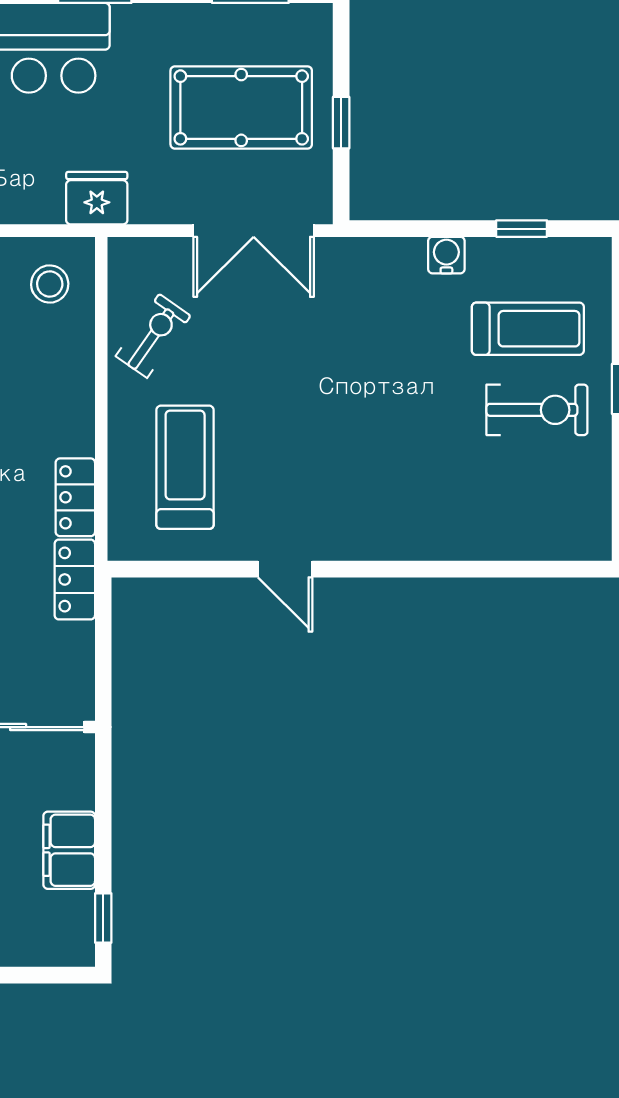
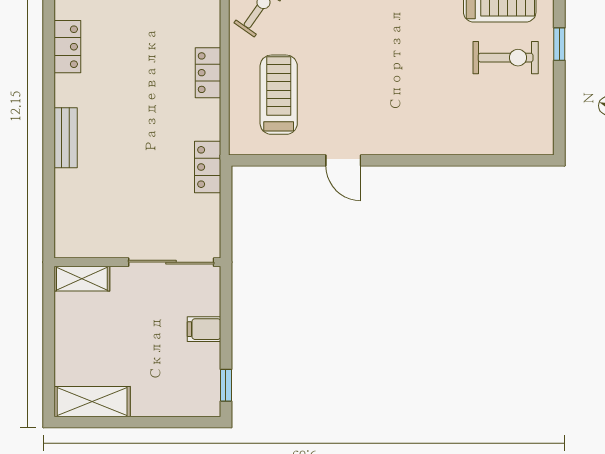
locker: (75, 497) -> (208, 73), moved
filing cabinet: (69, 850) -> (204, 329), width x0.50

